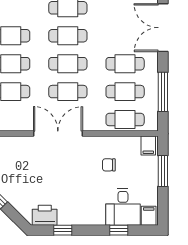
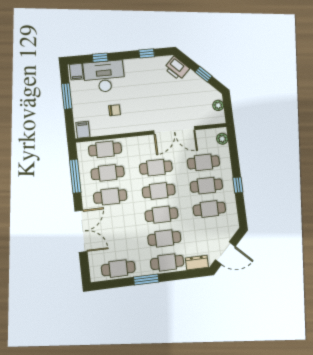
double door: (58, 134) -> (174, 130), moved
window: (163, 171) -> (67, 96), moved
desk: (123, 207) -> (104, 76), width x1.37
printer: (45, 215) -> (177, 68), moved, turned 45

